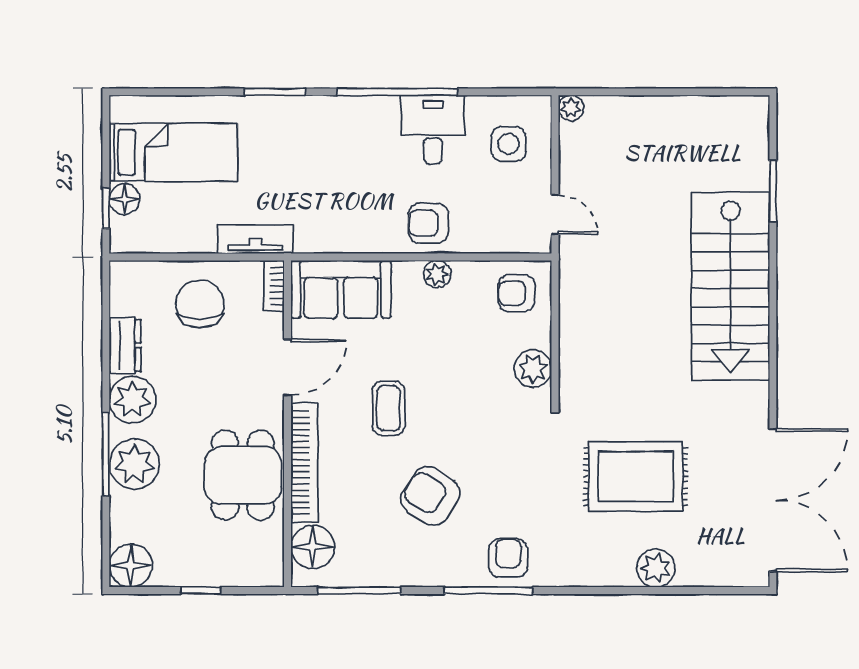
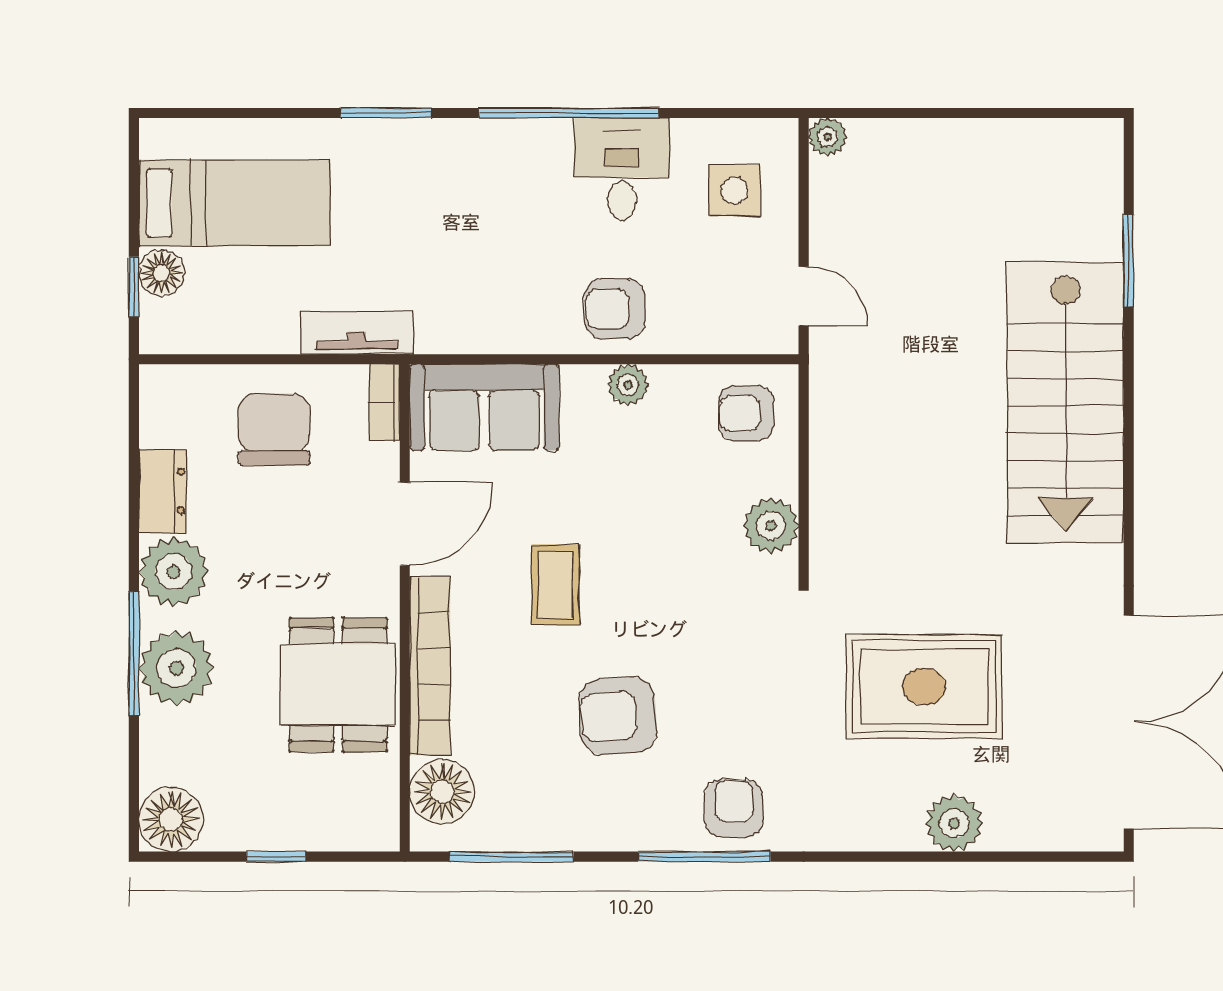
armchair: (430, 496) -> (618, 716), turned -37

